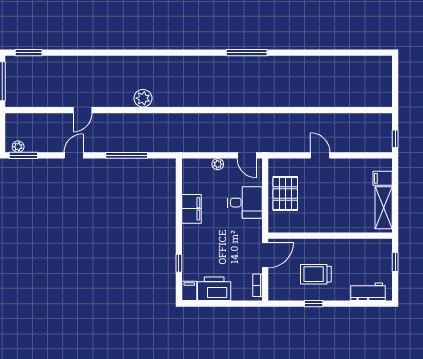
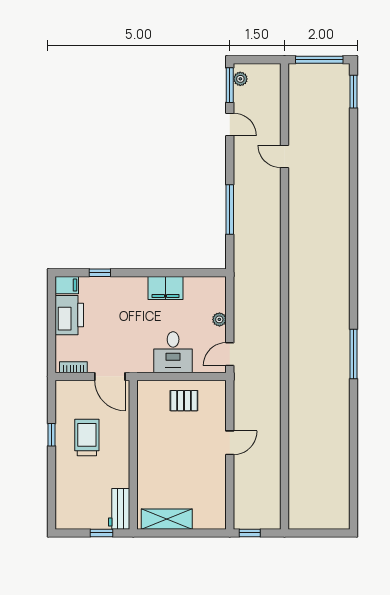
plant: (143, 98) -> (299, 229), removed
door: (74, 155) -> (230, 124), moved
filing cabinet: (383, 178) -> (202, 518), removed
pallet: (285, 194) -> (184, 401), width x0.67, depth x0.71
workbench: (368, 292) -> (119, 509), moved, turned 180

